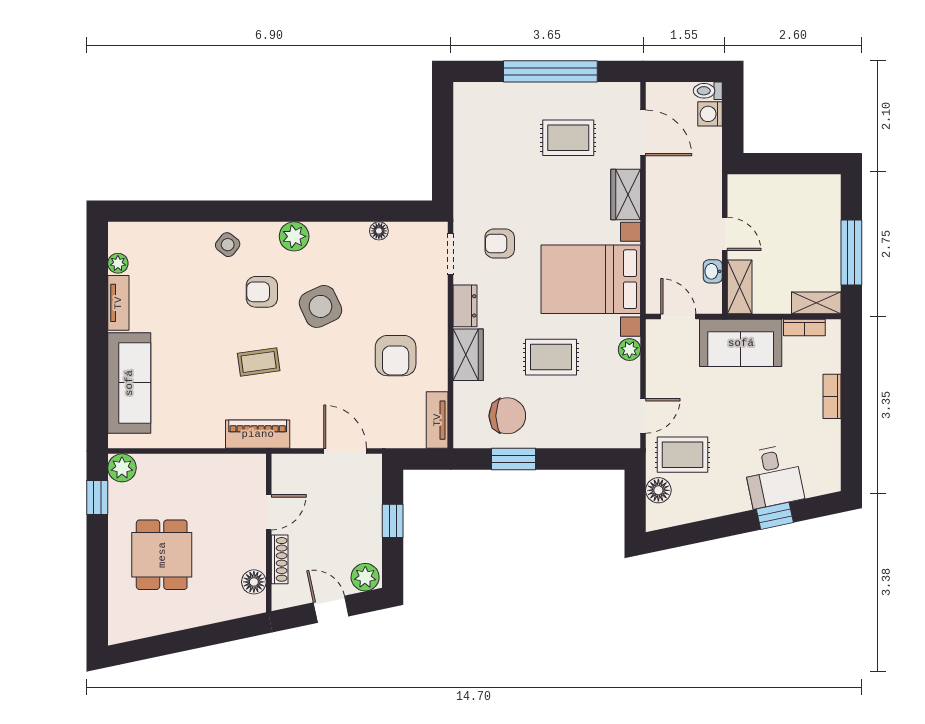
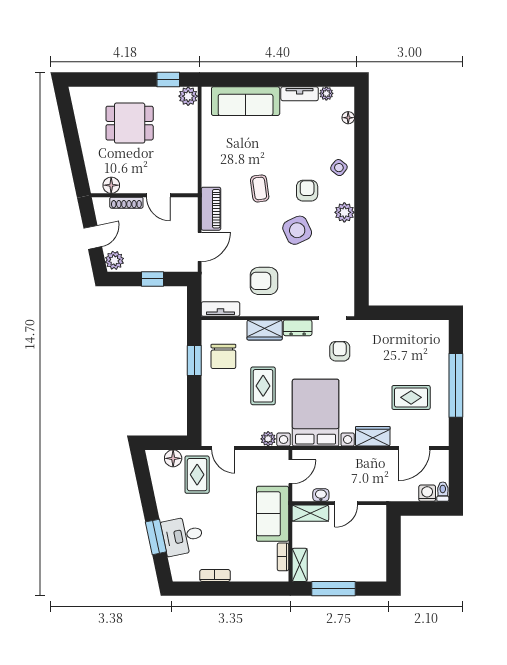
rug: (568, 138) -> (411, 397), turned 90
floor lamp: (379, 231) -> (348, 118), moved
bookcase: (832, 396) -> (215, 575), moved
piano: (258, 434) -> (211, 209), moved
window: (775, 516) -> (156, 537), width x1.50

